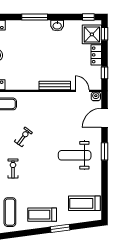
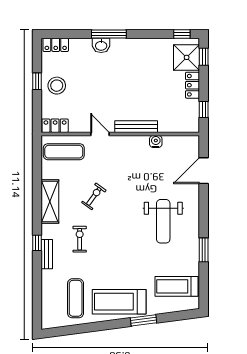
washbasin: (57, 26) -> (101, 45), moved
door: (82, 91) -> (100, 134), moved
water cooler: (96, 96) -> (156, 141), moved
window: (104, 151) -> (204, 250), moved
weight bench: (75, 155) -> (163, 221), turned -90
treadmill: (42, 215) -> (119, 302), width x1.37, depth x1.38

